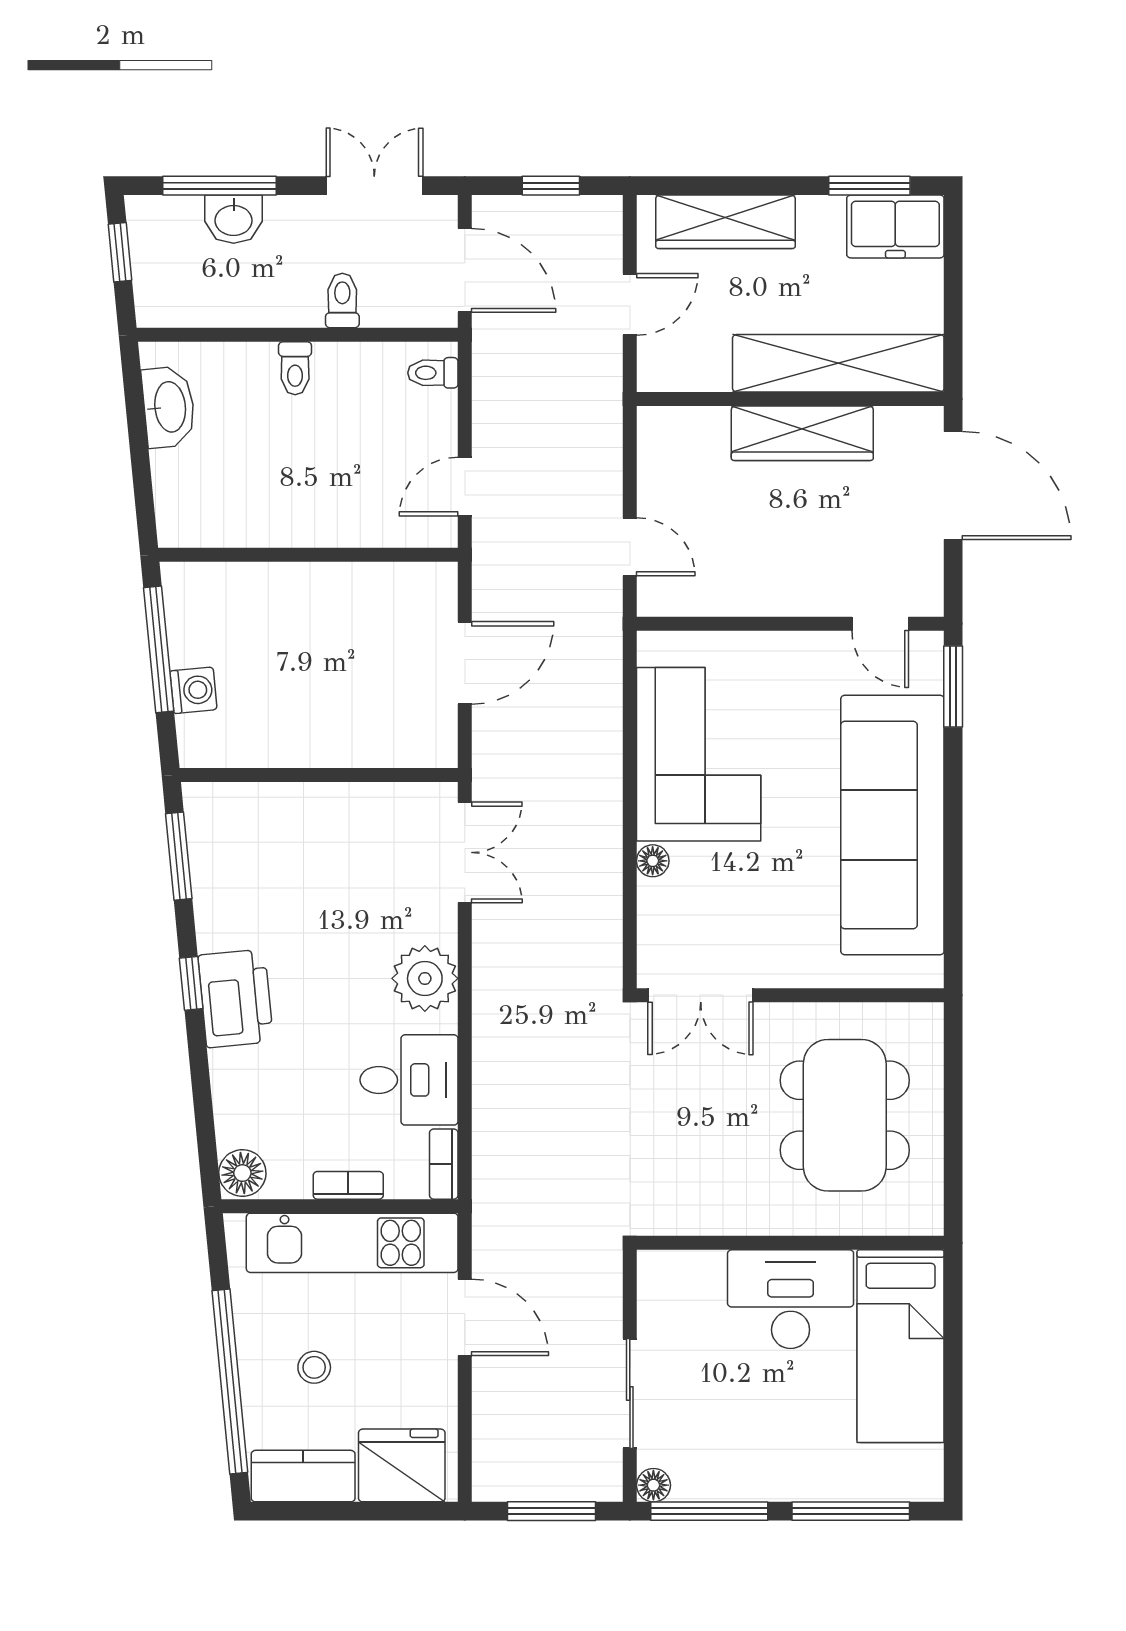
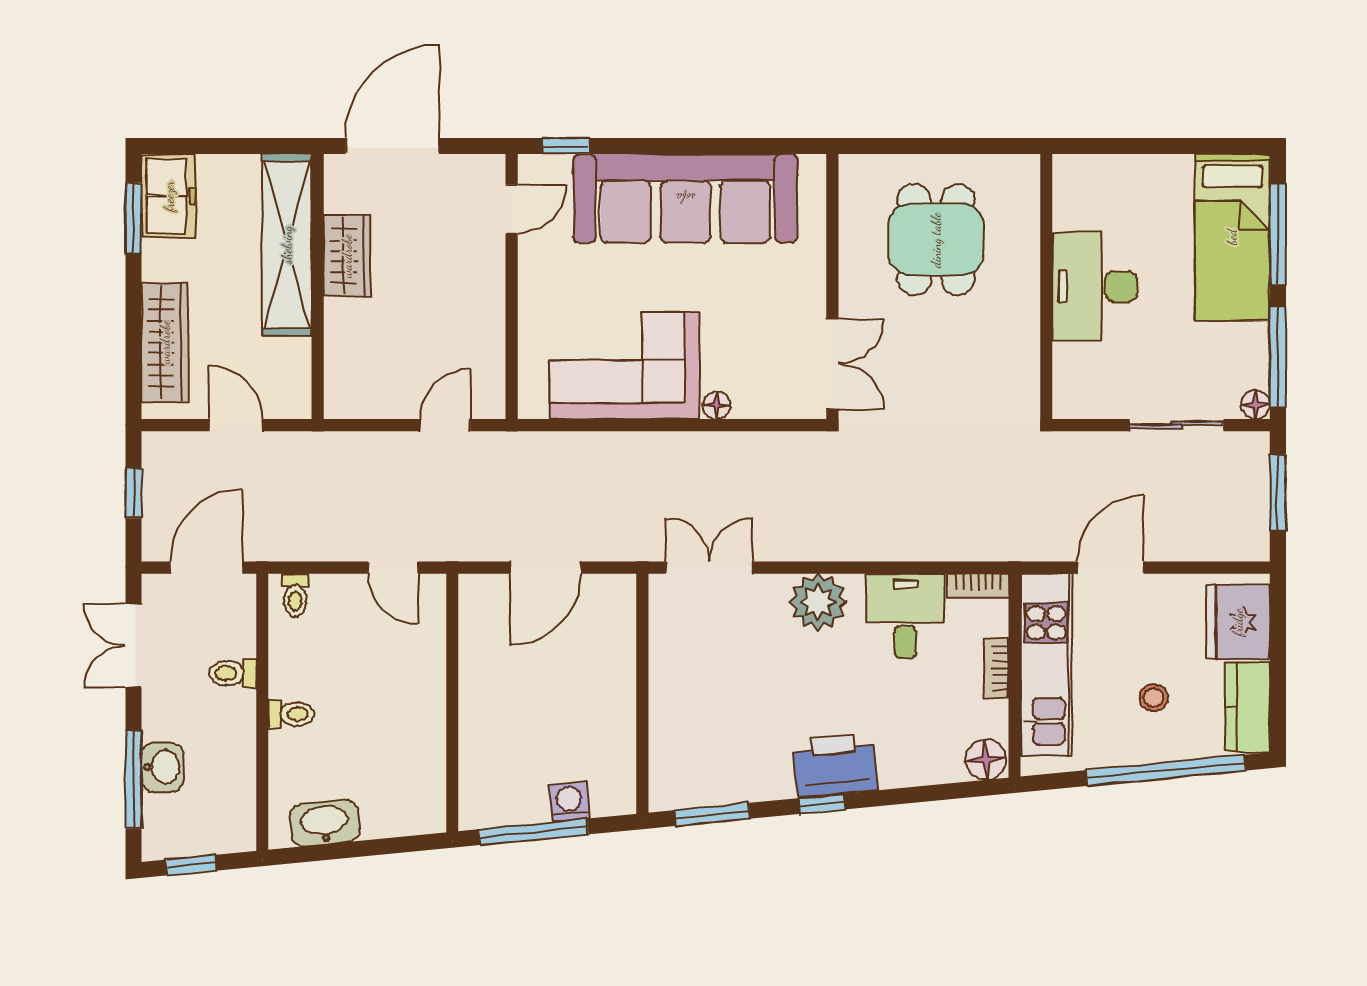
wardrobe: (802, 433) -> (347, 256), width x0.67
door: (465, 663) -> (545, 568), swing flipped
window: (953, 687) -> (566, 146), width x0.67
dining table: (845, 1115) -> (936, 240), width x0.73
bed: (901, 1346) -> (1232, 237), moved, turned 90

